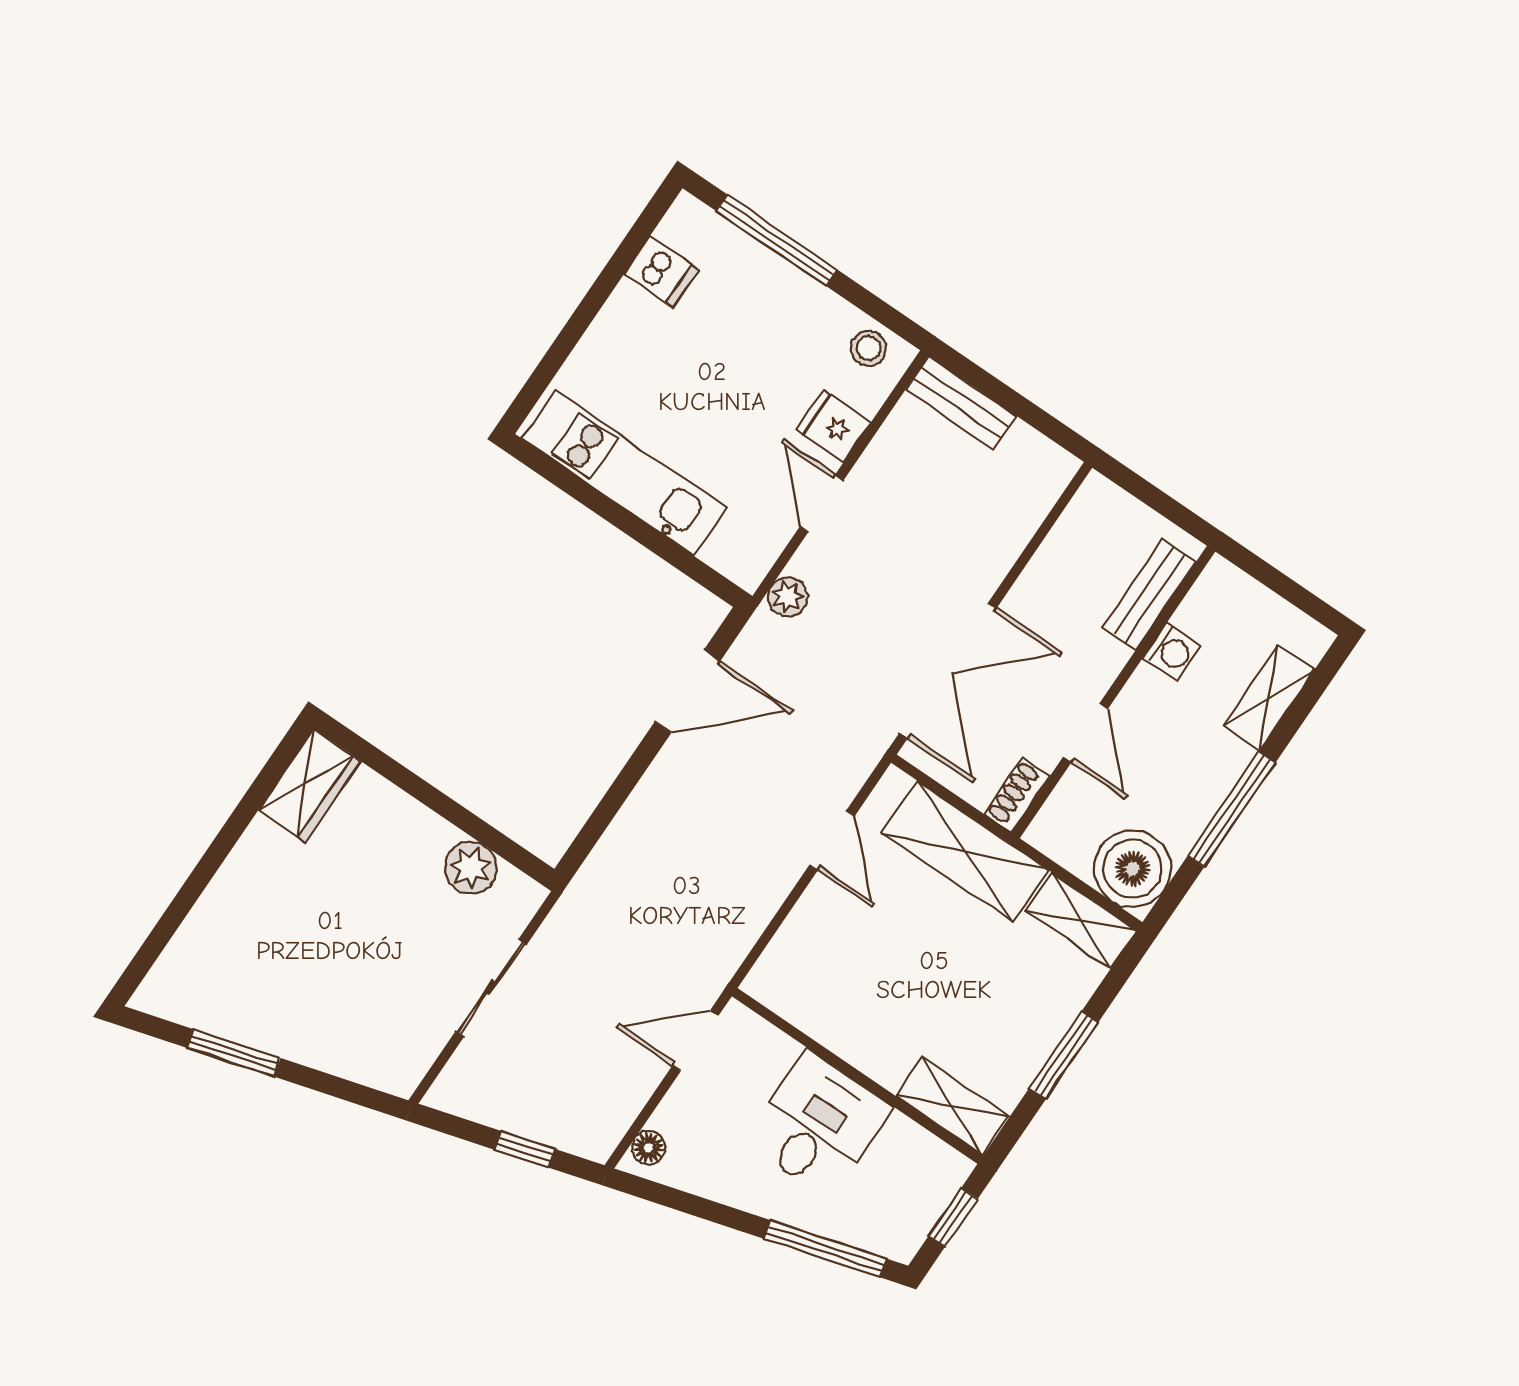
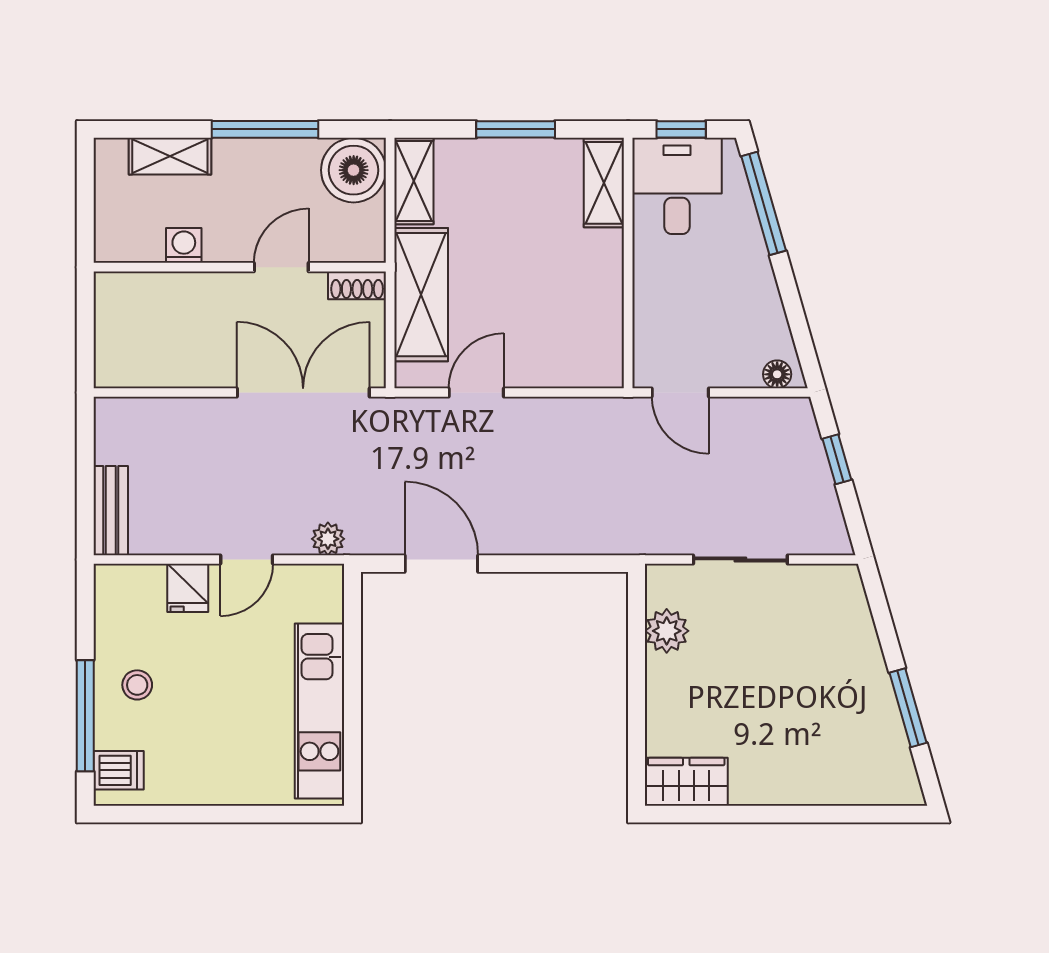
dishwasher: (661, 272) -> (119, 770), moved, turned 90
stool: (869, 348) -> (137, 685), moved
bench: (1149, 595) -> (155, 288), removed
desk: (818, 1124) -> (677, 186), moved, turned 90

